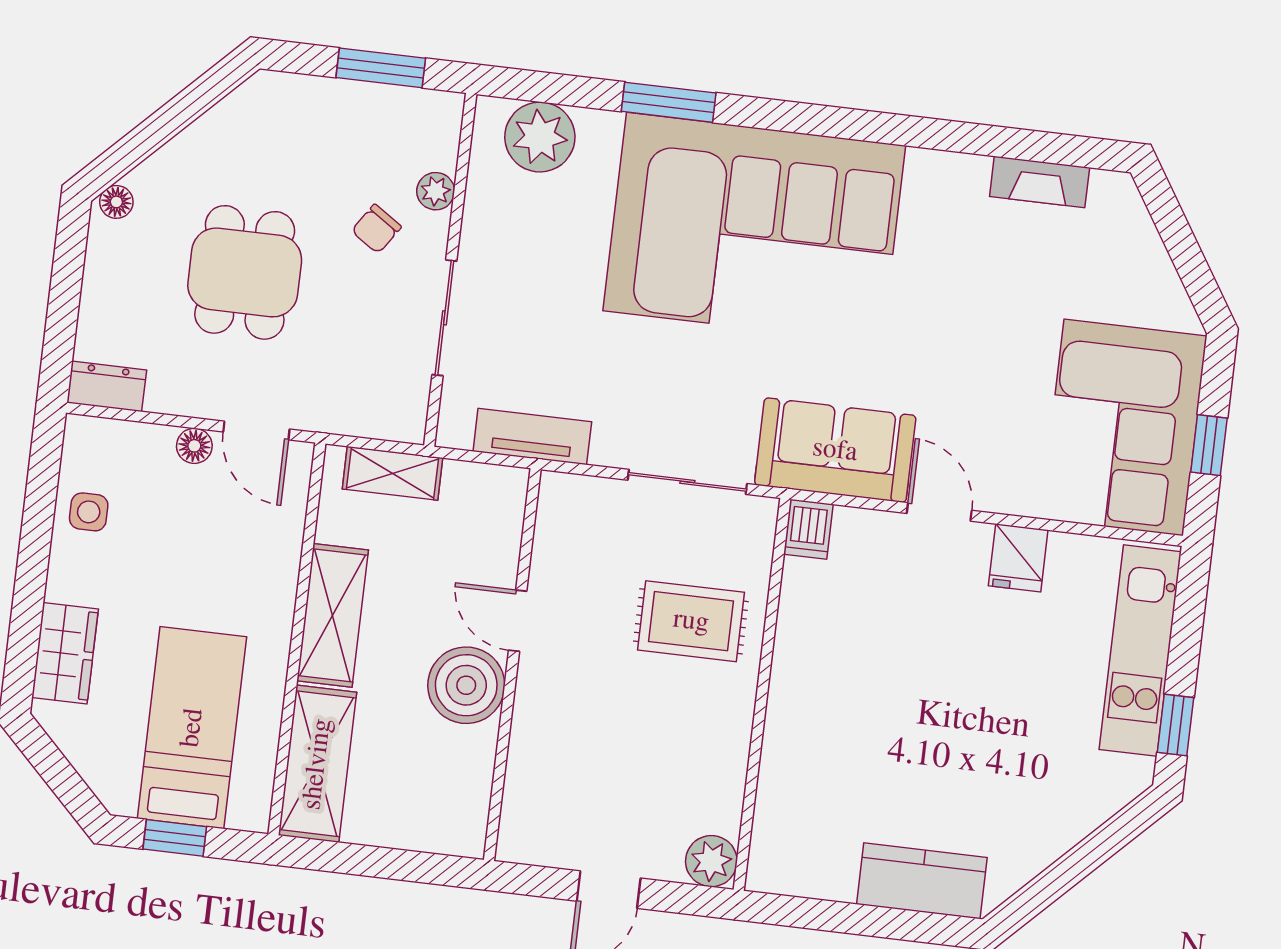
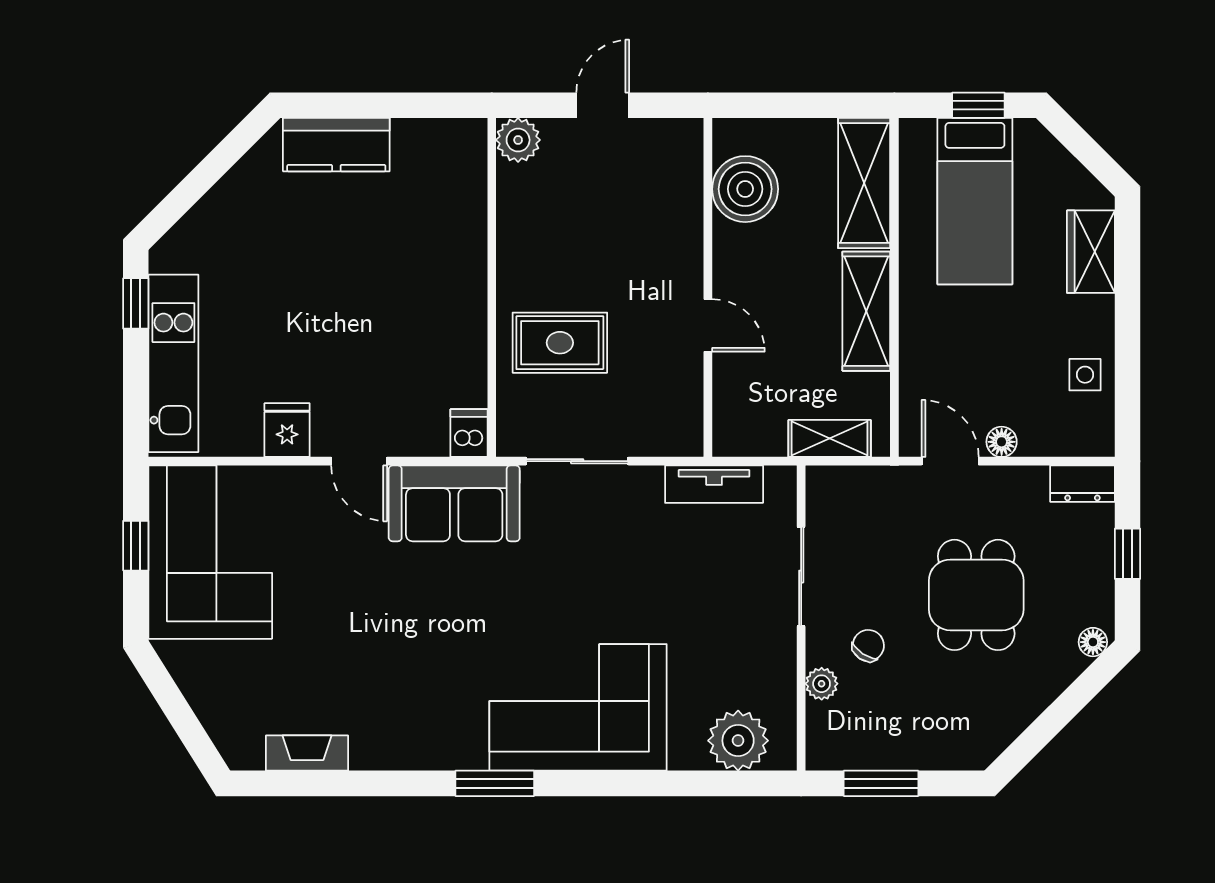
window: (669, 102) -> (495, 783), moved
corner sofa: (754, 228) -> (578, 707), width x0.73, depth x0.74
window: (64, 299) -> (1127, 554), added
boiler: (466, 685) -> (745, 189), moved

